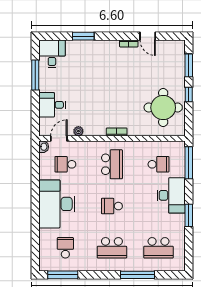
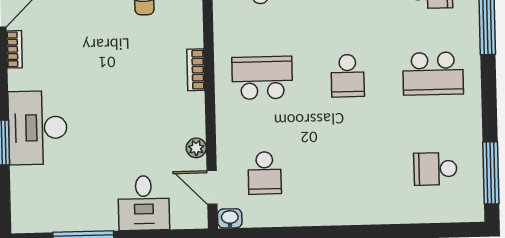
desk: (52, 54) -> (38, 128), moved, width x1.37
desk: (57, 204) -> (346, 188), removed
school desk: (112, 248) -> (433, 74), turned 90

